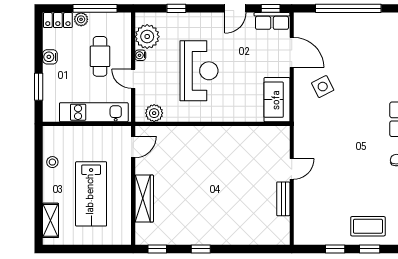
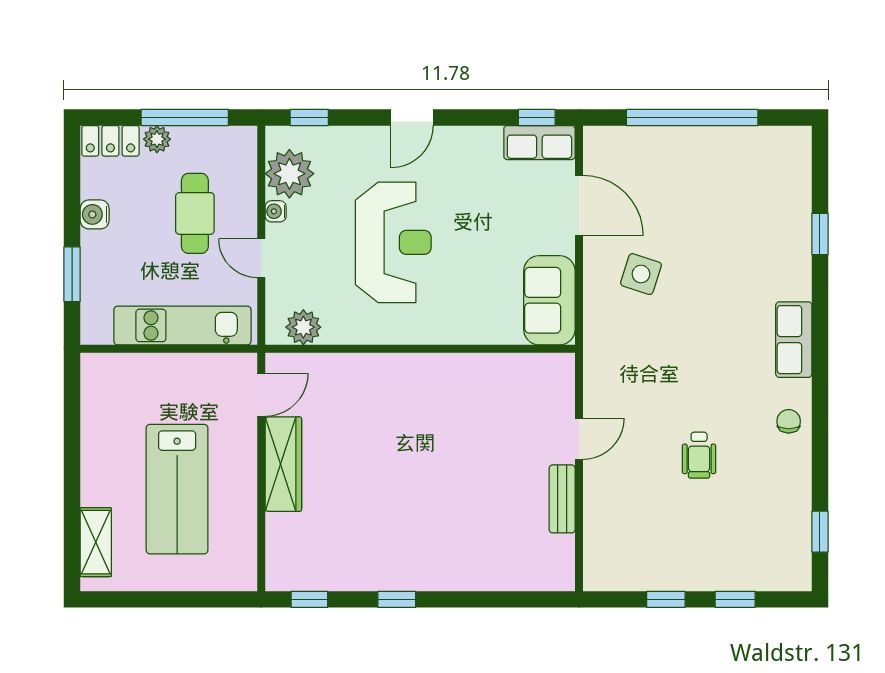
window: (176, 8) -> (309, 117), moved
door: (235, 8) -> (412, 117), moved
side table: (323, 87) -> (641, 274), turned 45
stool: (52, 162) -> (100, 425), removed
wheelchair: (352, 177) -> (699, 455), added
wardrobe: (144, 199) -> (283, 464), moved
coffee table: (368, 226) -> (732, 554), removed

